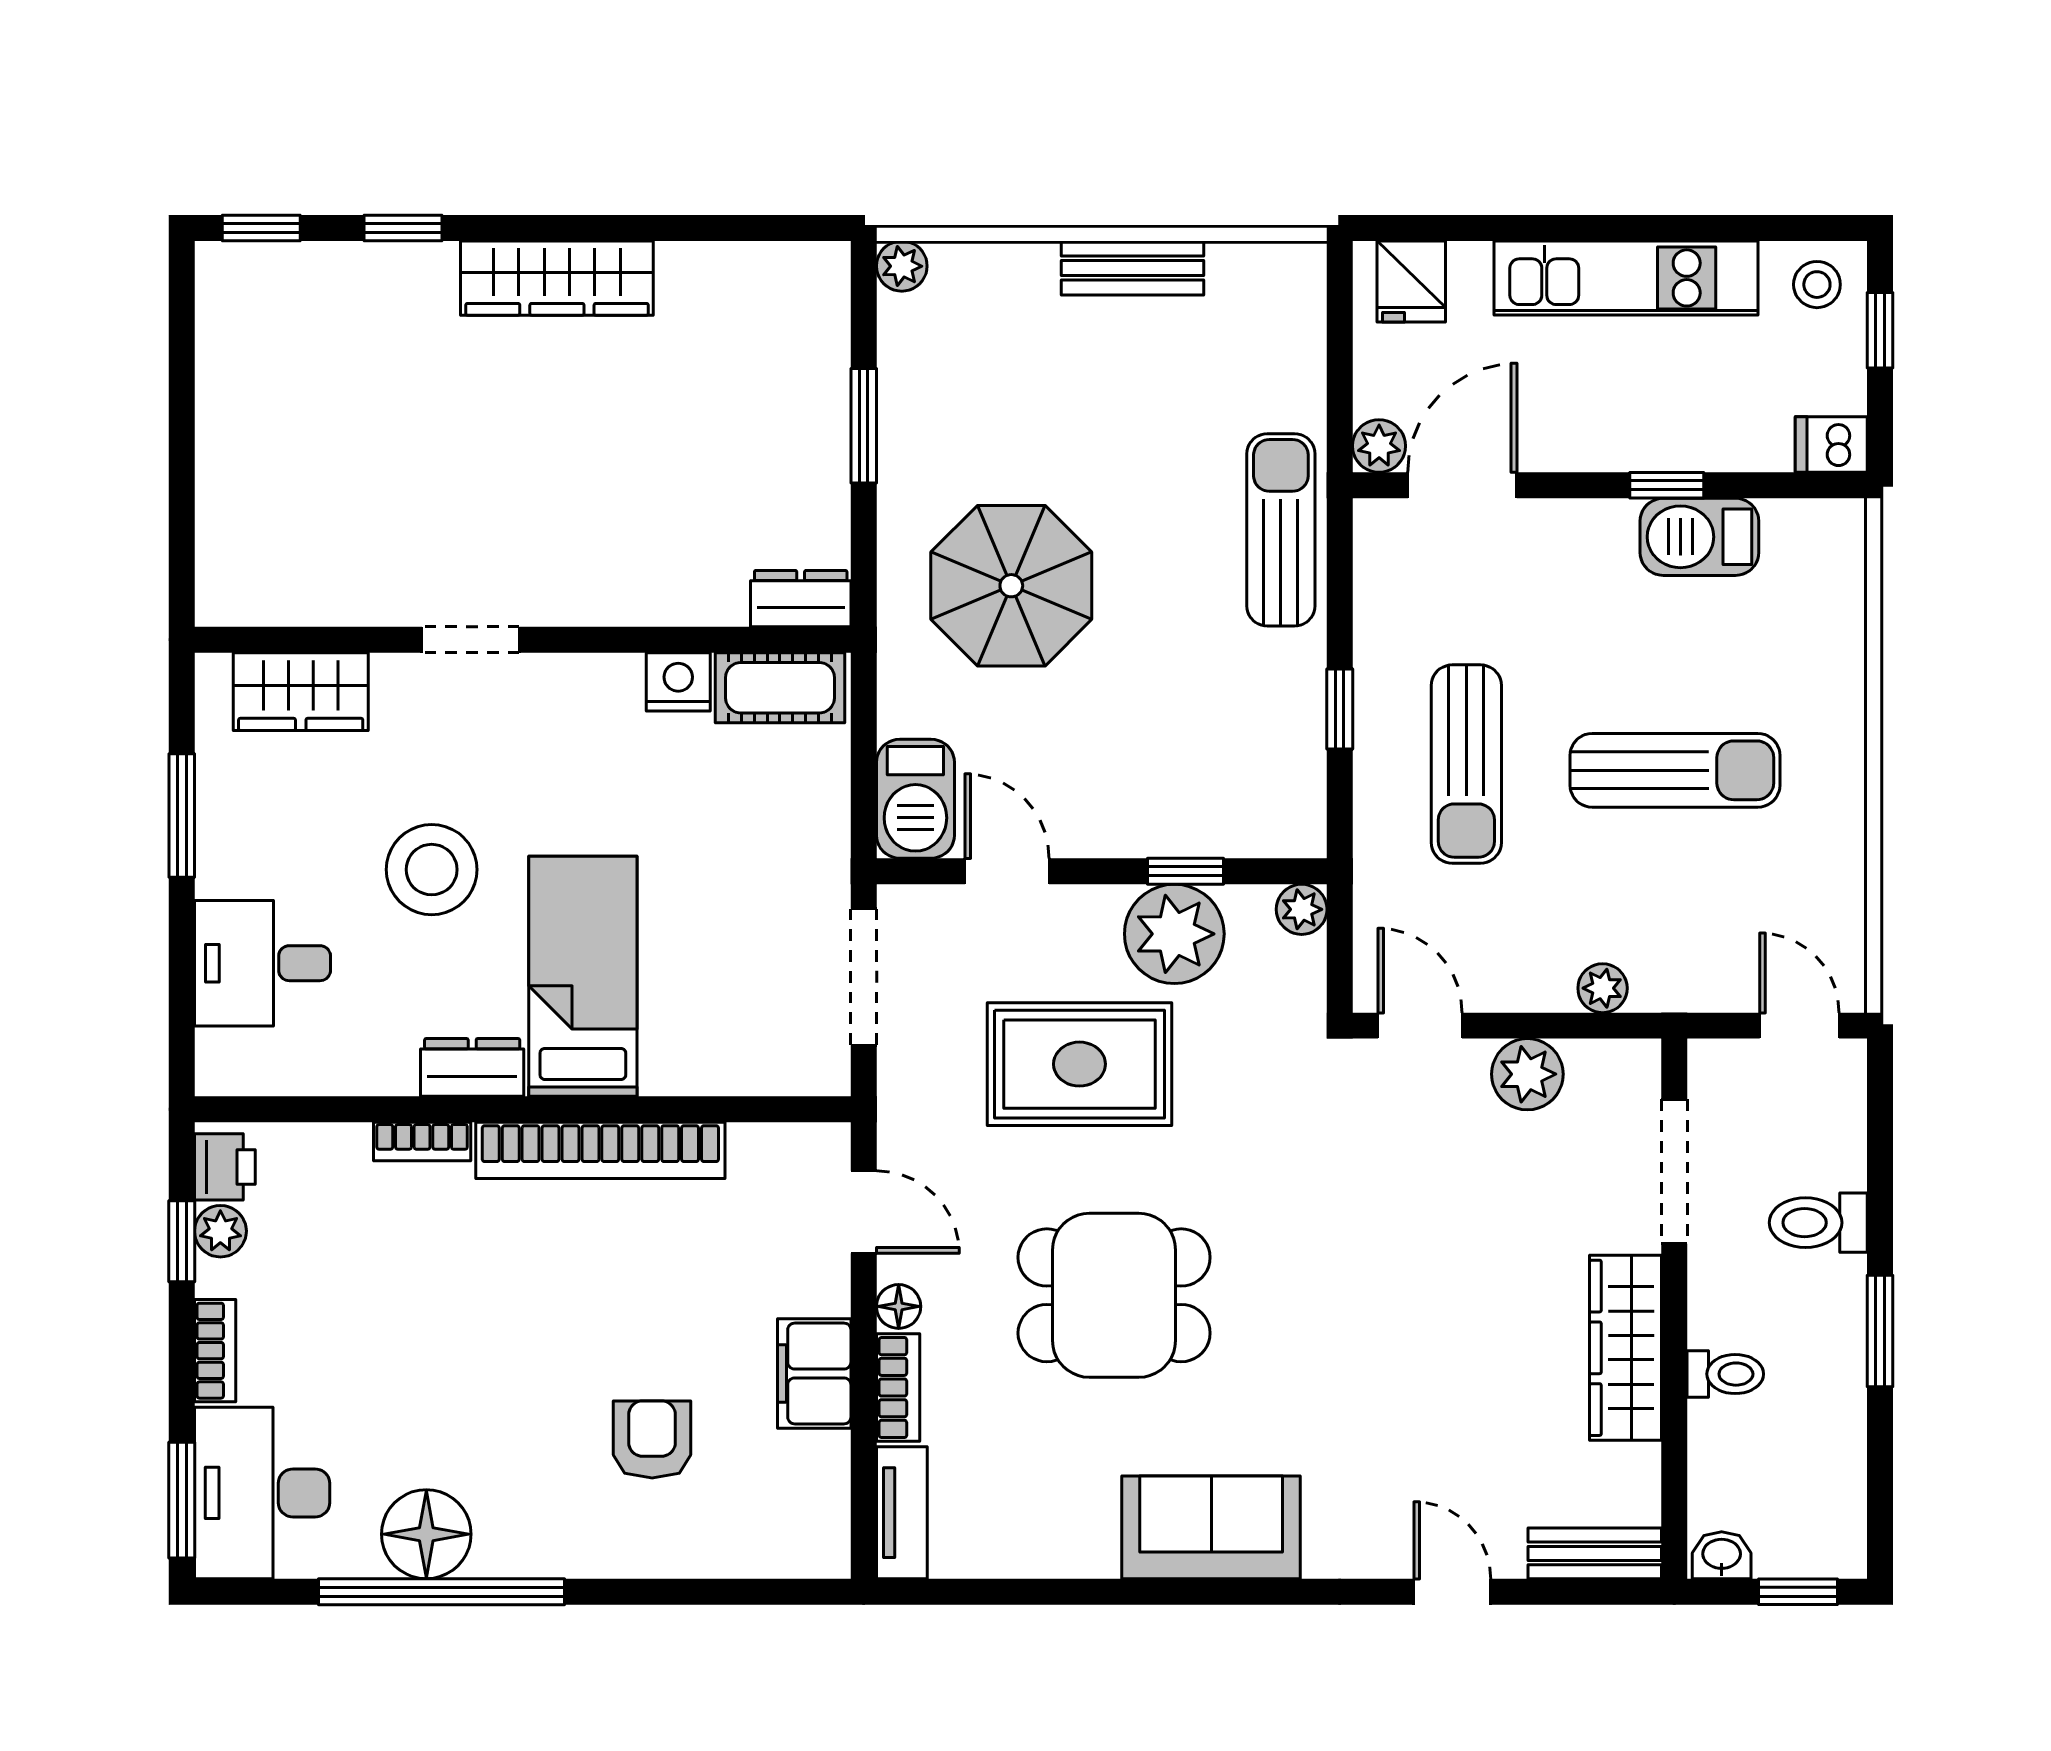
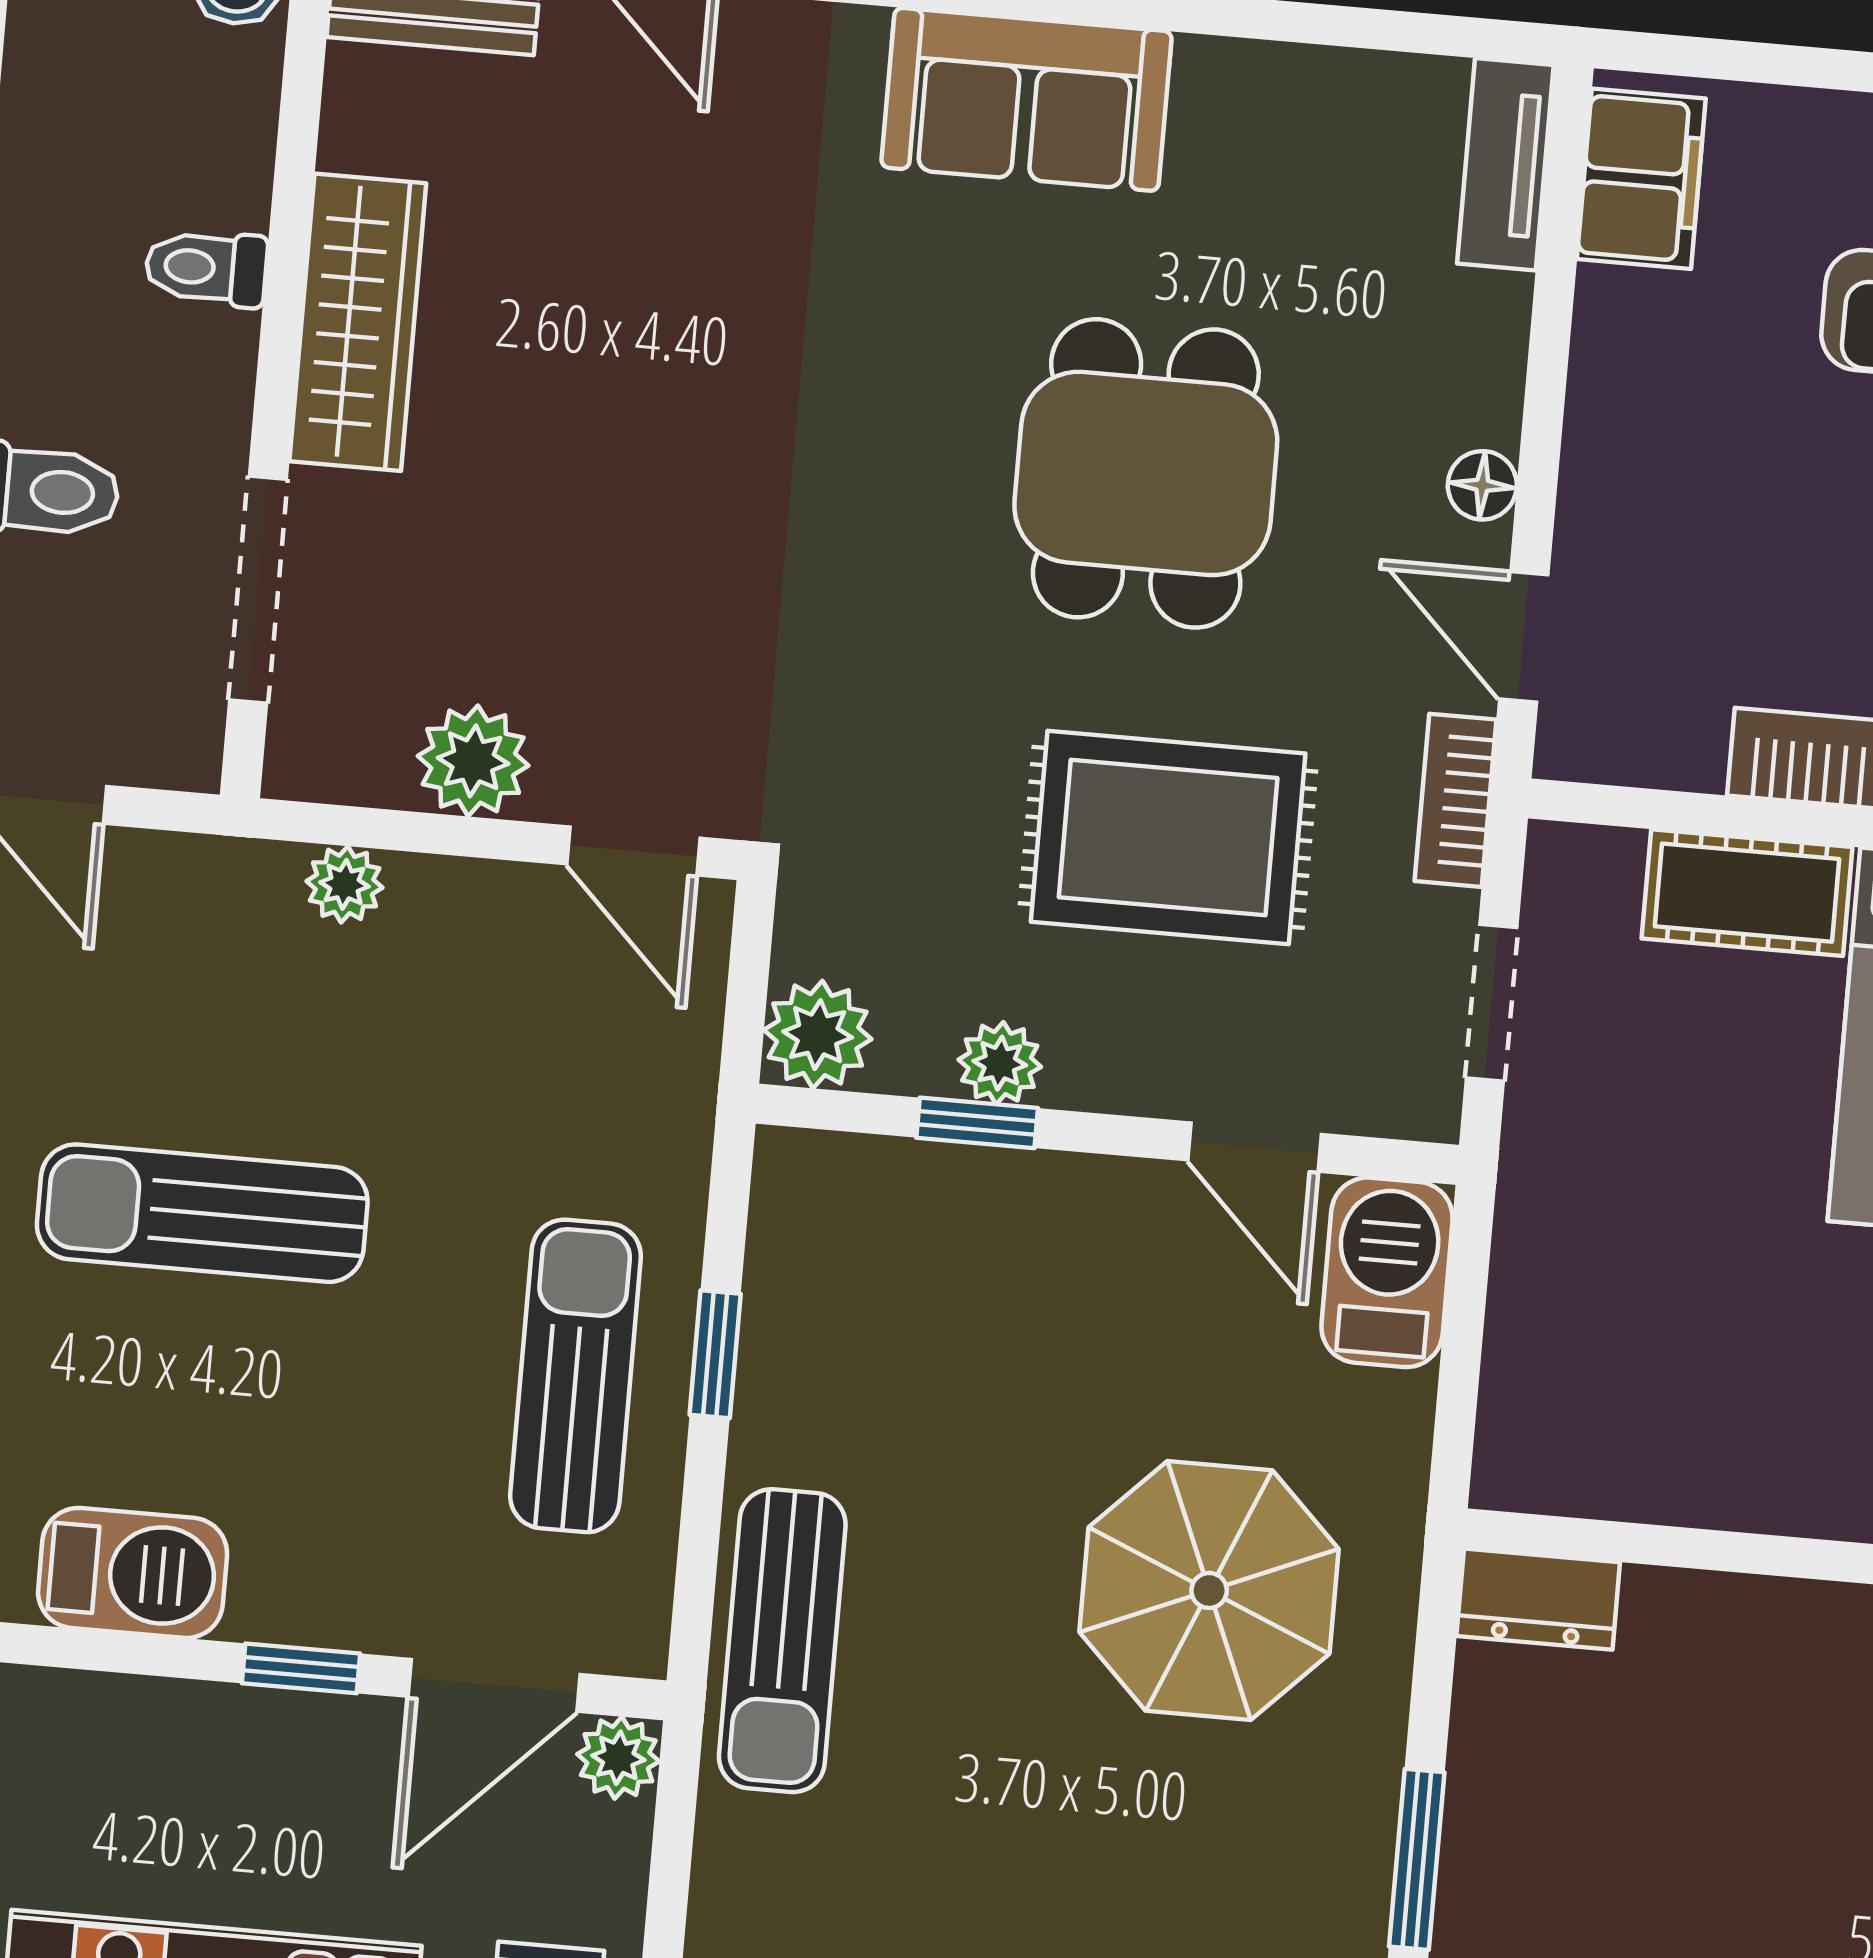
window: (1667, 485) -> (301, 1668), moved
nightstand: (678, 682) -> (1740, 1486), removed
cot: (780, 688) -> (1747, 893), moved
sun lounger: (1466, 764) -> (576, 1376), moved
plant: (1302, 909) -> (818, 1035), width x1.38, depth x1.38
plant: (1174, 934) -> (1000, 1063), width x0.53, depth x0.53
doorway: (864, 977) -> (1492, 1003), width x0.73
dining table: (1114, 1295) -> (1146, 473), turned 90
filing cabinet: (814, 1373) -> (1641, 179), moved
bookcase: (898, 1388) -> (1455, 800), moved

